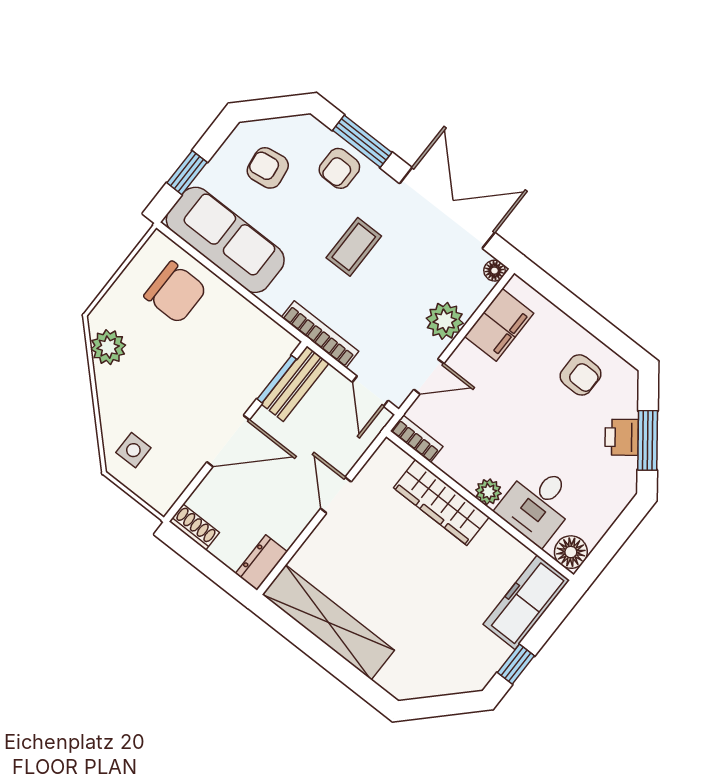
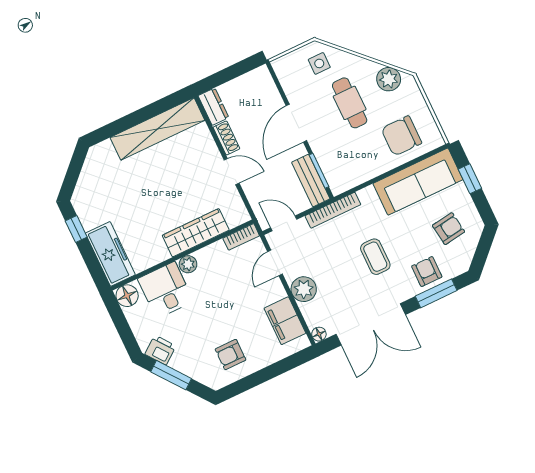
cafe table: (166, 383) -> (350, 103), added
printer: (622, 437) -> (160, 350), moved
shoe rack: (194, 527) -> (226, 138), moved, turned -90

